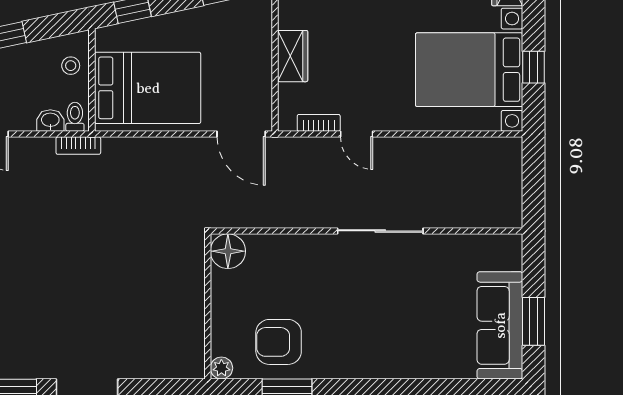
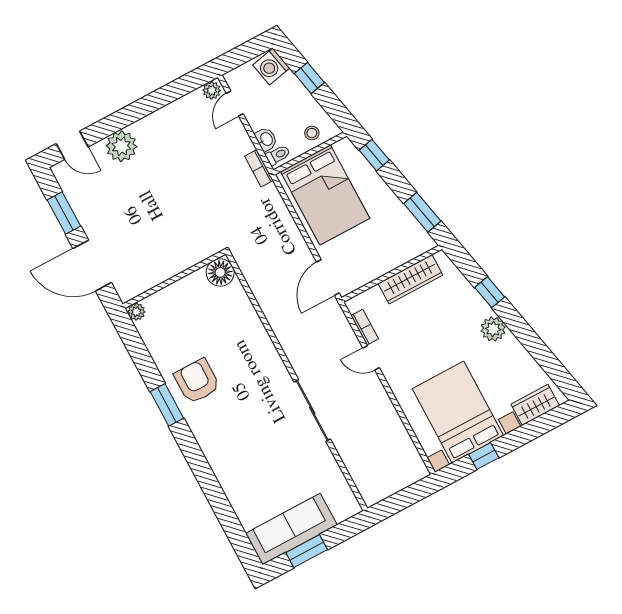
wardrobe: (293, 56) -> (410, 279), width x1.50
door: (357, 134) -> (371, 358), hinge flipped
floor lamp: (228, 251) -> (220, 272), moved
wall: (208, 306) -> (174, 279), moved
plant: (221, 368) -> (136, 312), moved

